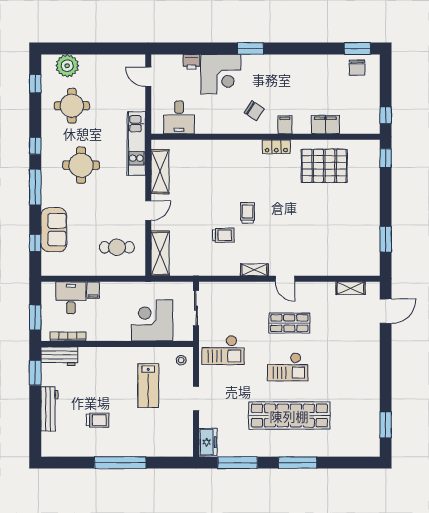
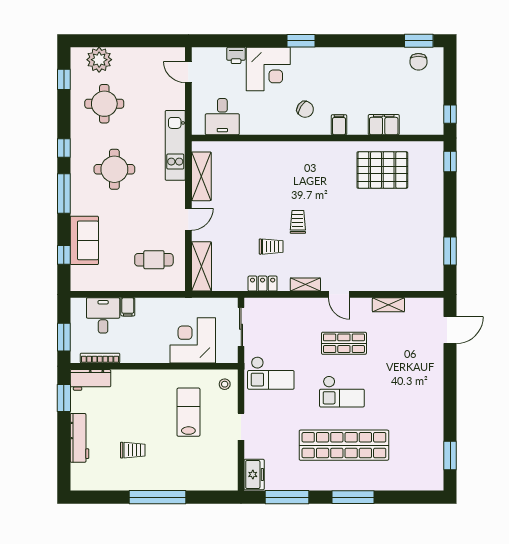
locker: (276, 147) -> (263, 284), moved, turned 180
shelving: (351, 288) -> (388, 305), moved
lab bench: (148, 386) -> (188, 412), turned 180

